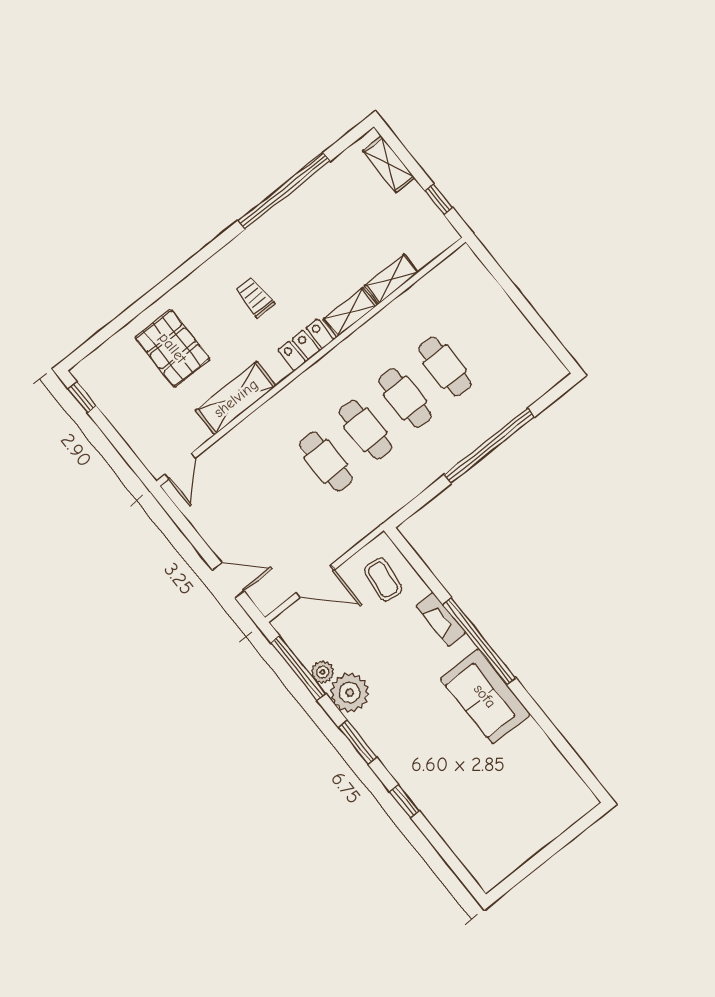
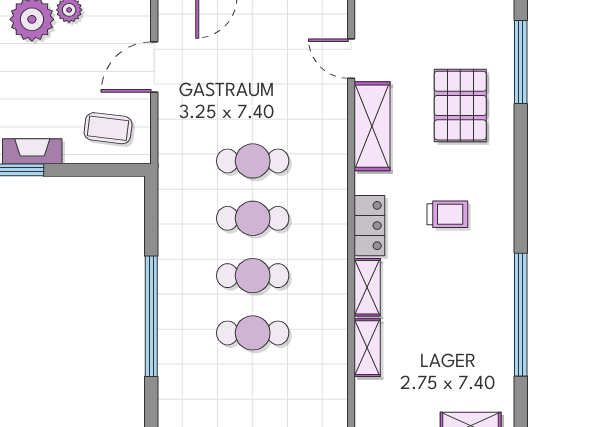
window: (109, 331) -> (521, 62), added
pallet: (173, 348) -> (460, 106), turned 90
door: (180, 466) -> (351, 59), moved

